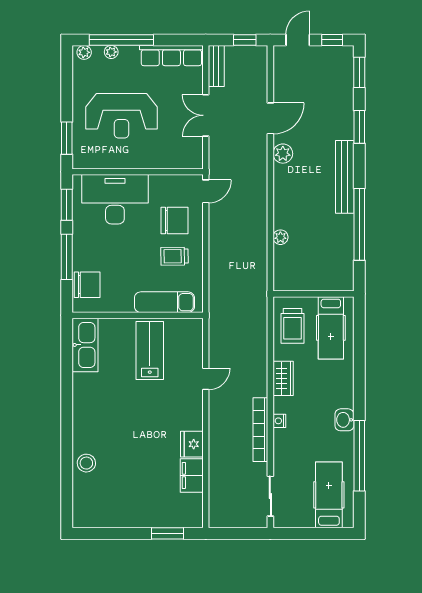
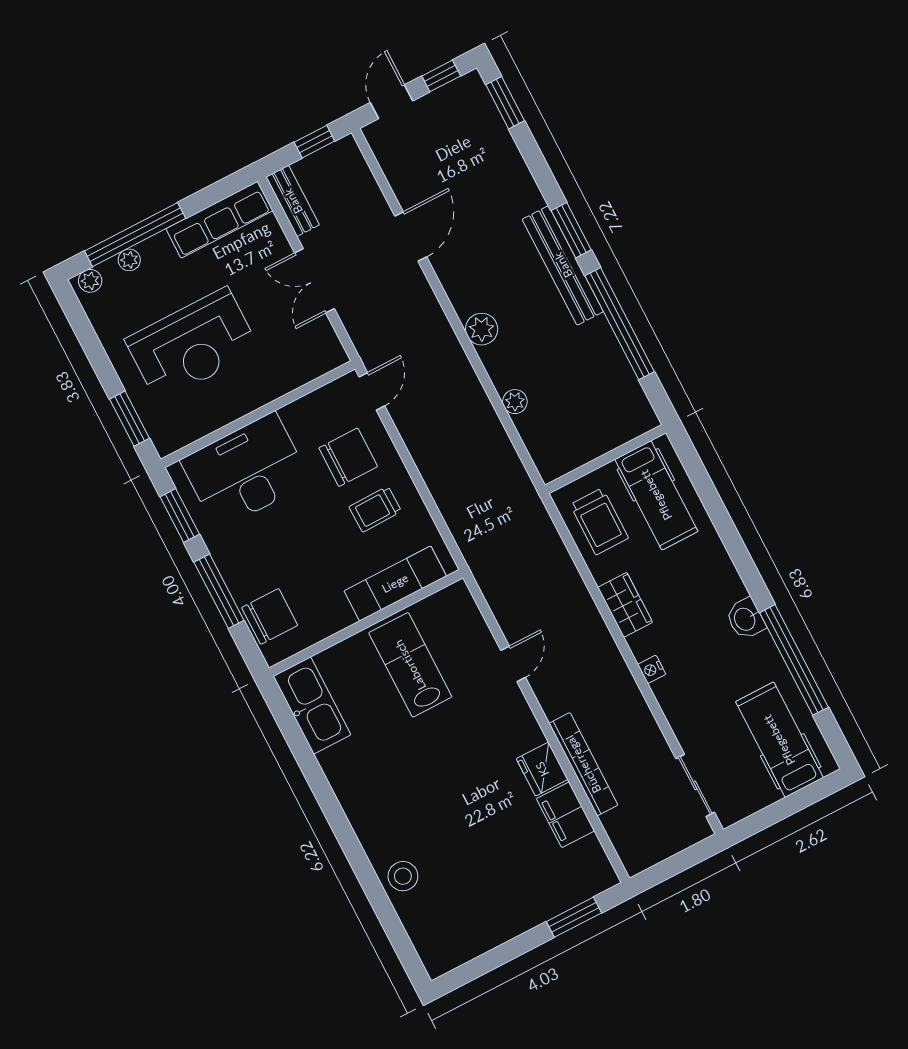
window: (359, 127) -> (571, 230), moved
plant: (283, 154) -> (482, 329), moved
bookcase: (260, 430) -> (583, 764), moved, turned 180

